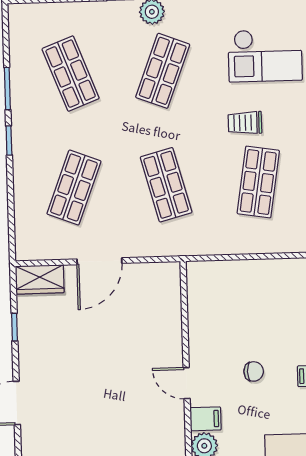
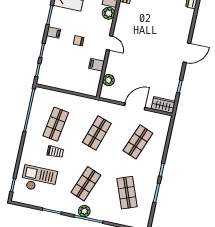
shop shelf: (166, 185) -> (97, 133), turned 33
plant: (169, 303) -> (108, 80), added
filing cabinet: (205, 419) -> (97, 65), moved

